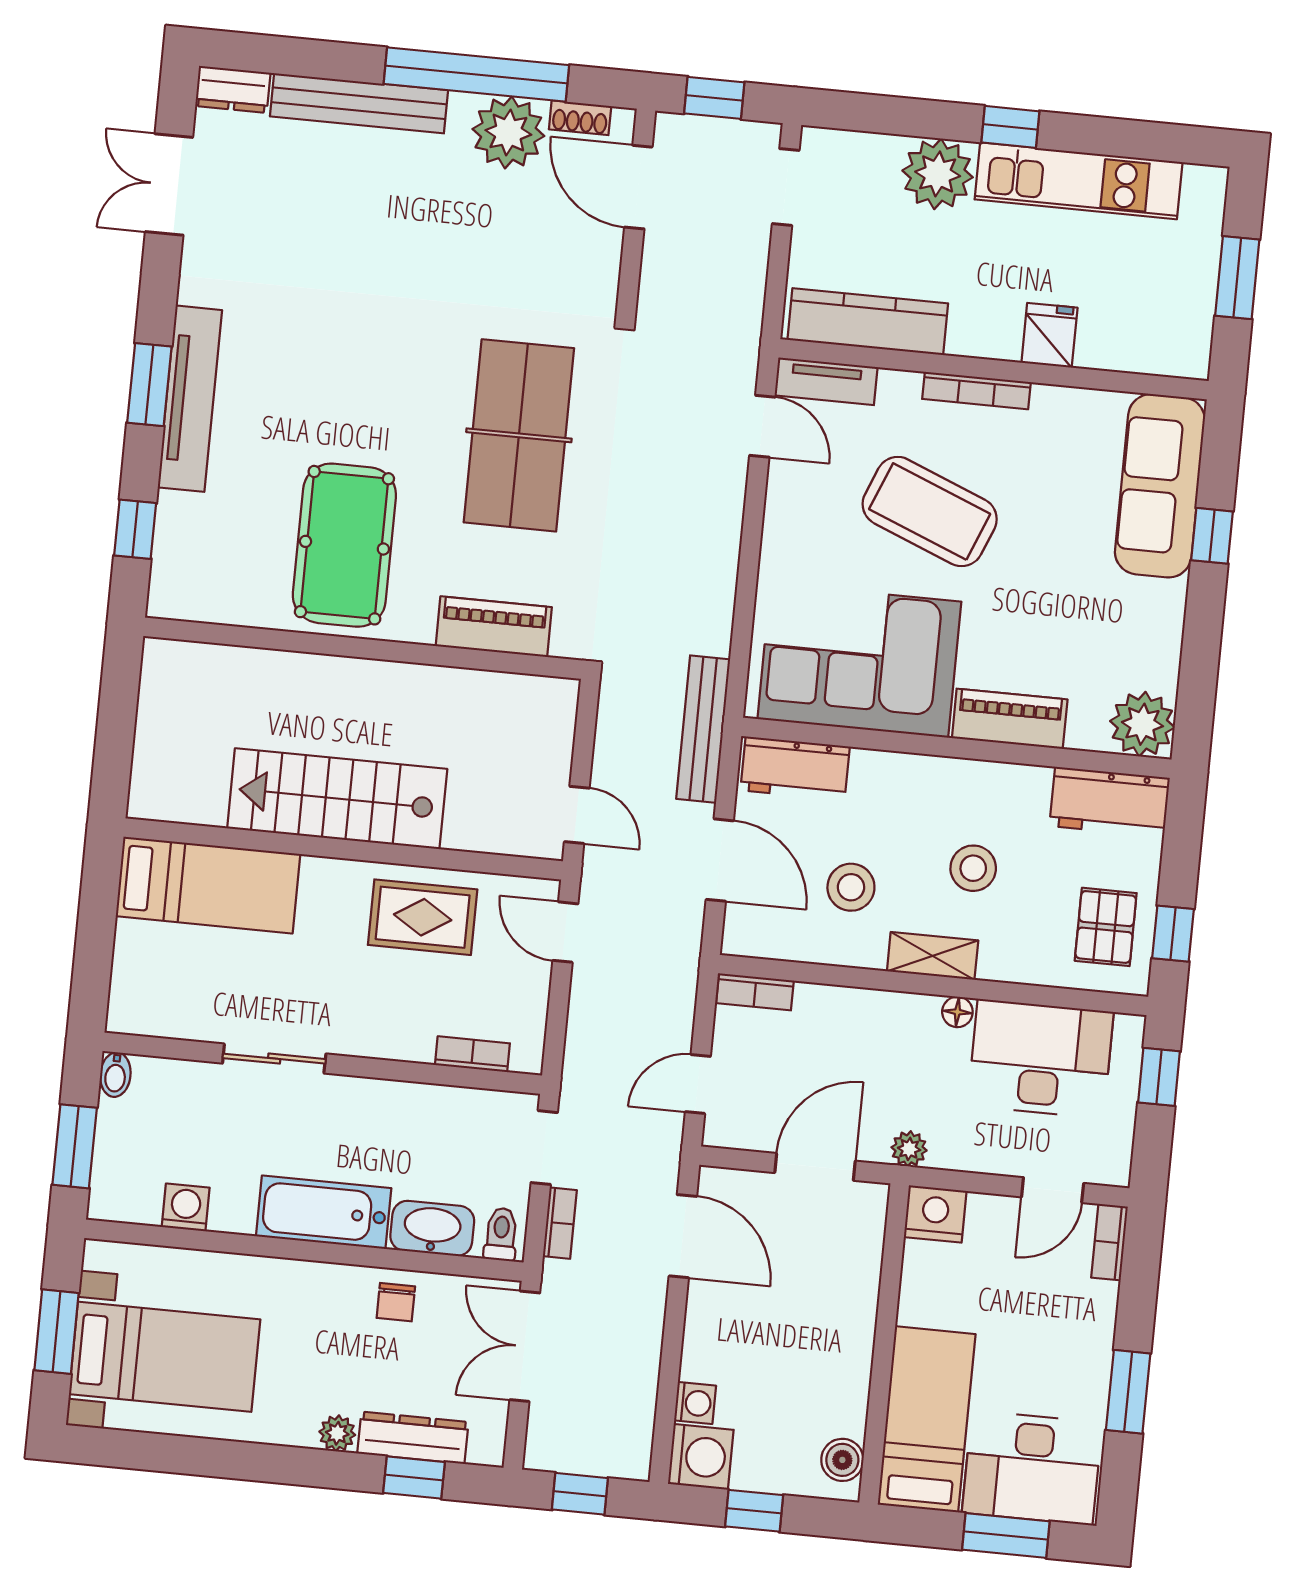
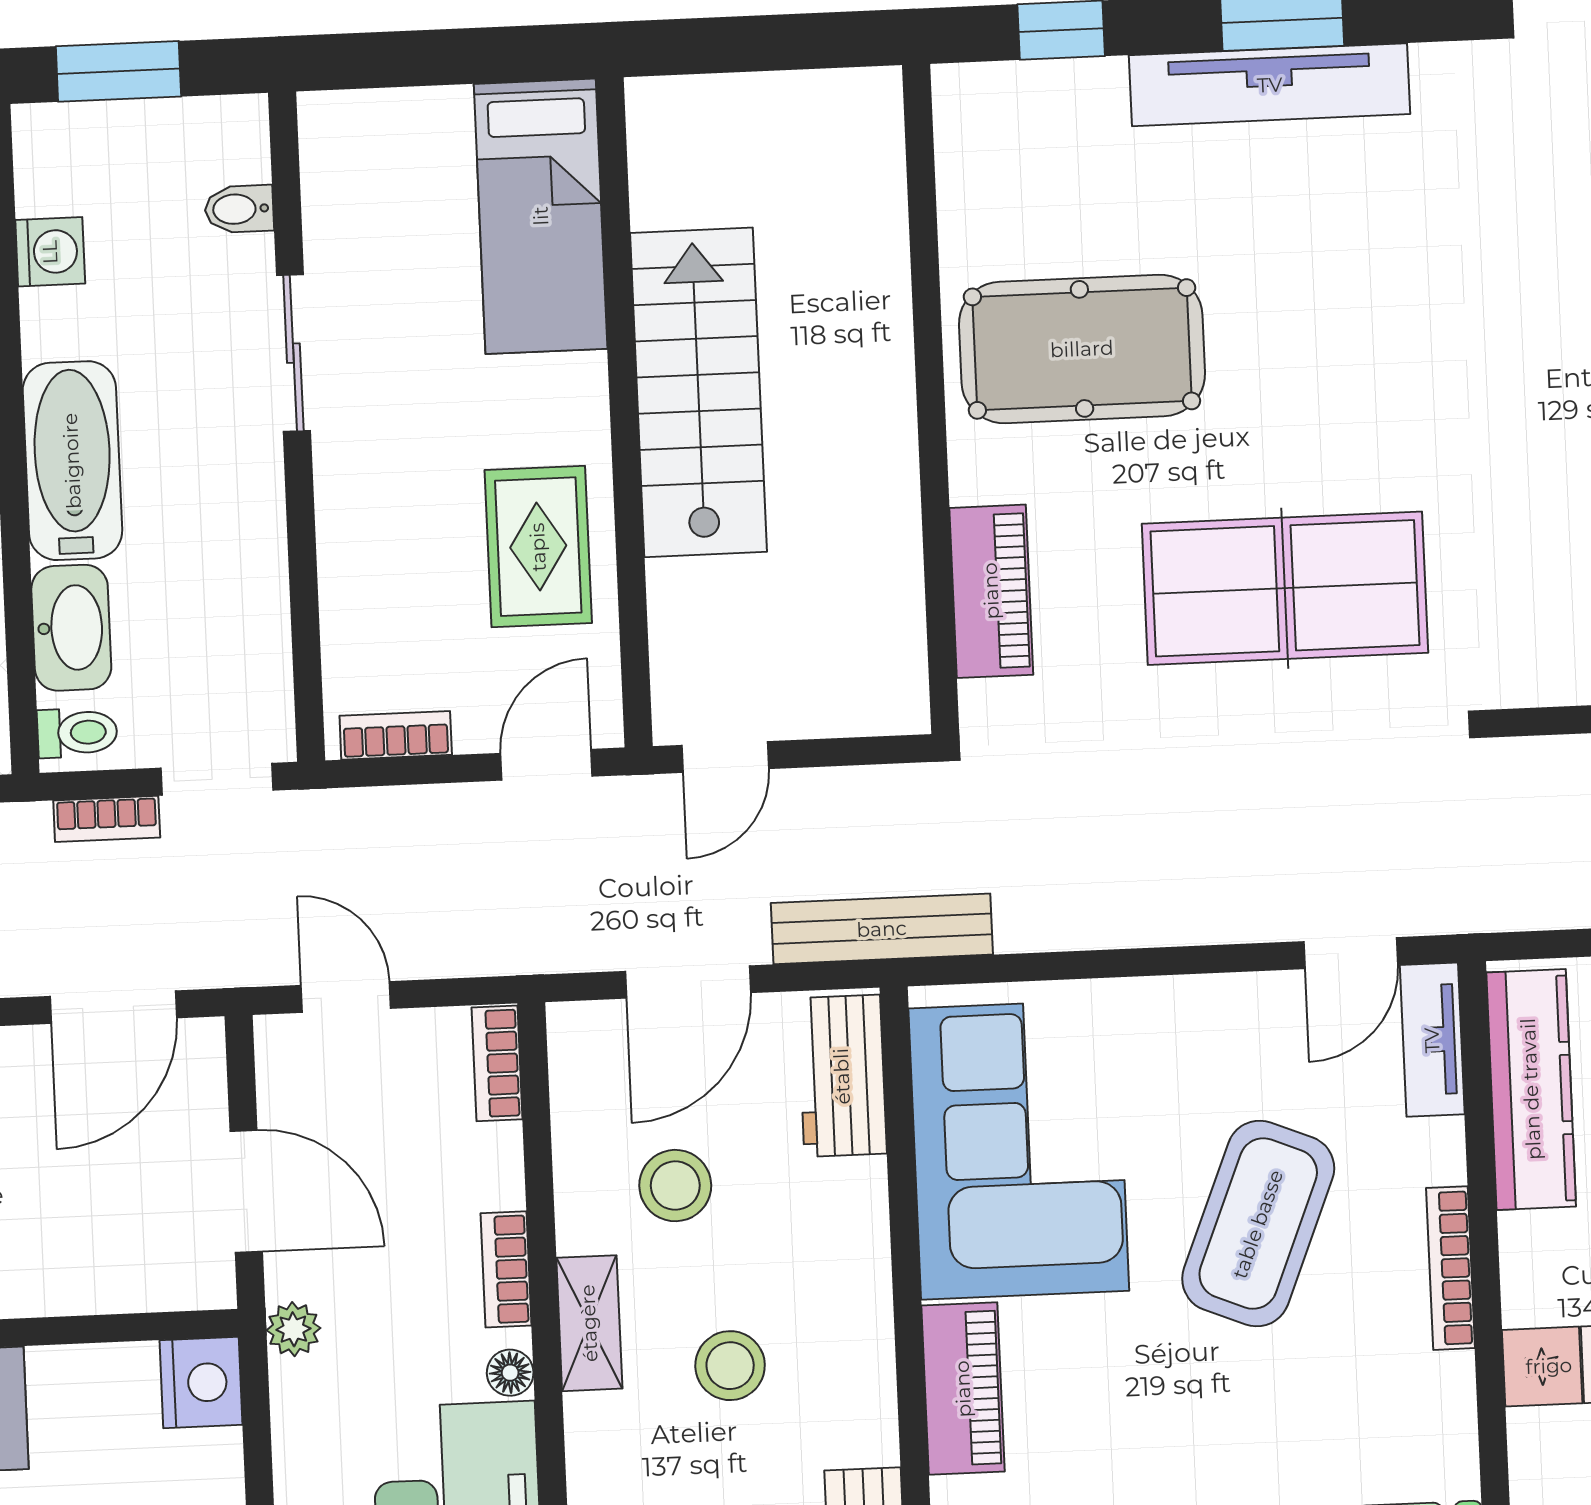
bookcase: (890, 1005) -> (506, 1269), added
bookcase: (472, 1054) -> (396, 735), moved, turned -90
bidet: (115, 1075) -> (239, 209), moved

